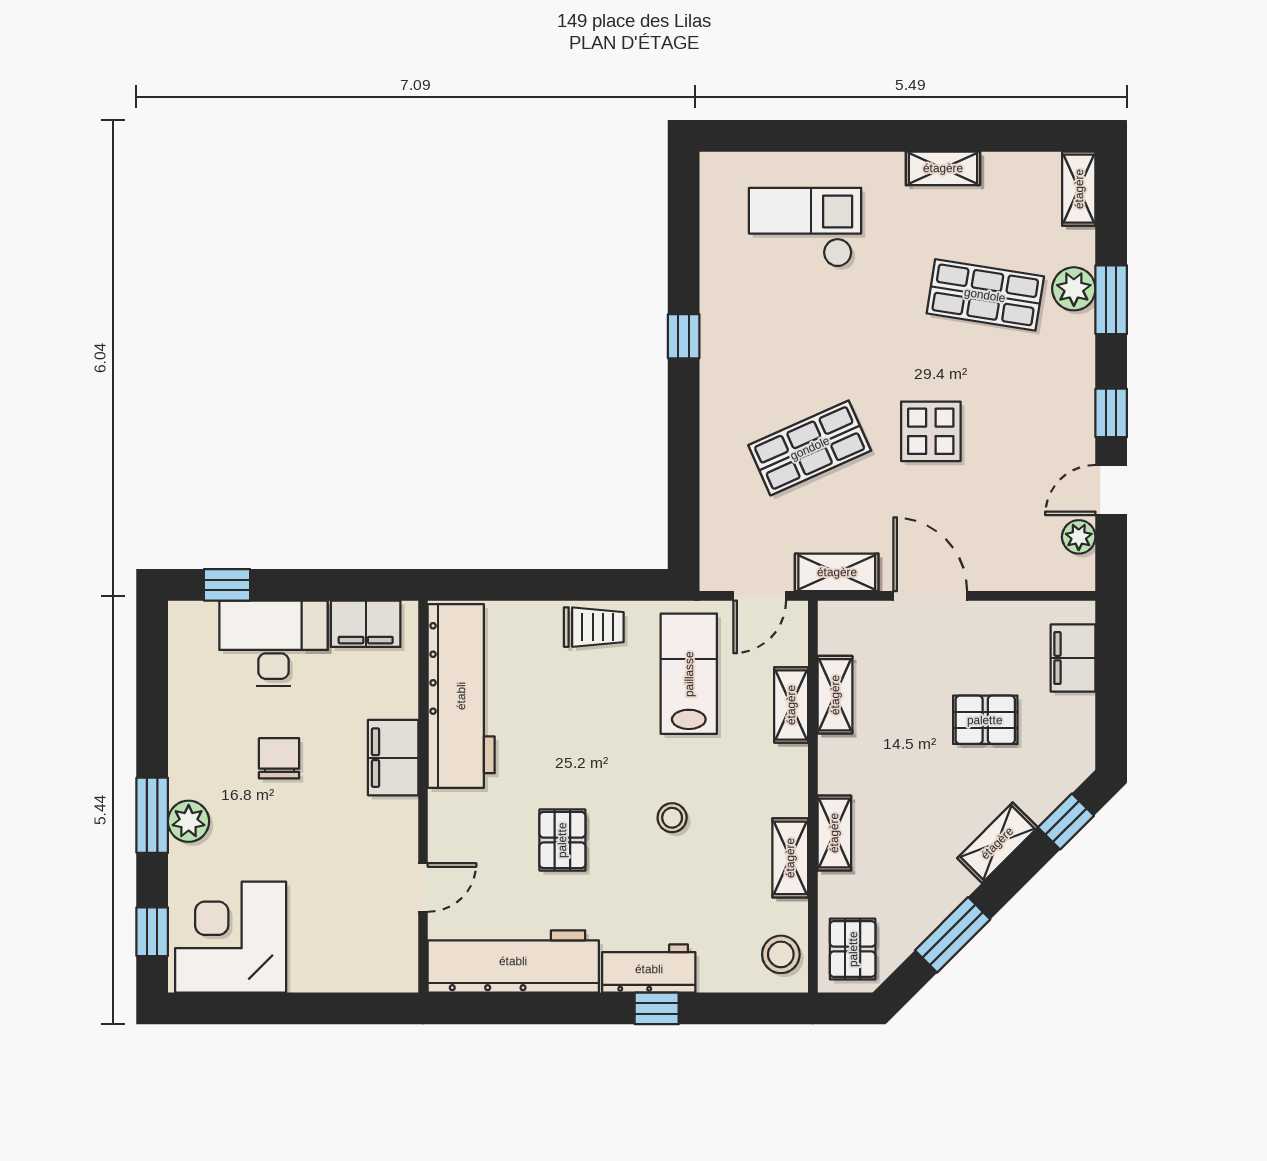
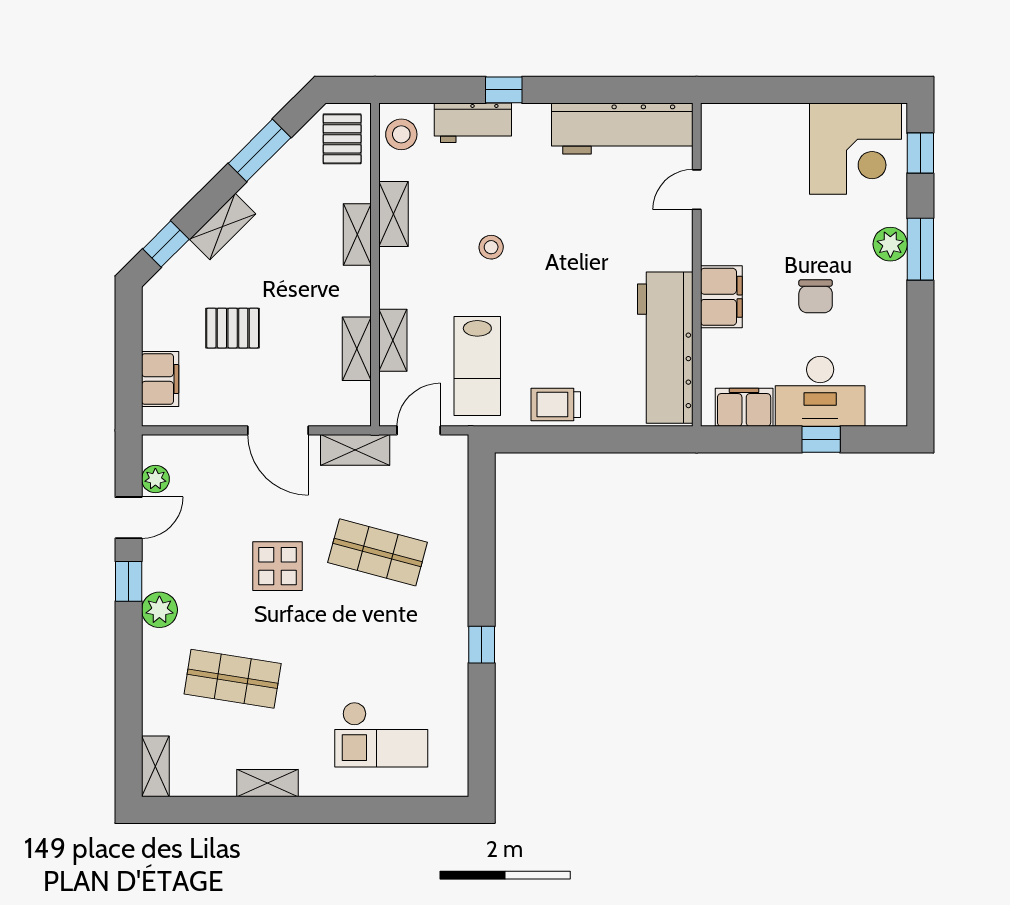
plant: (1074, 289) -> (159, 610), moved
window: (1111, 300) -> (129, 675), removed
shop shelf: (810, 448) -> (378, 552), turned 39
window: (227, 585) -> (821, 439), moved
pallet: (562, 840) -> (582, 229), removed
workbench: (649, 969) -> (473, 123), moved

